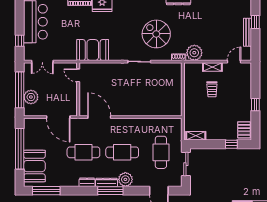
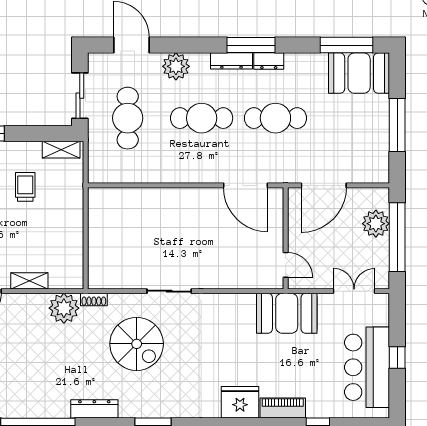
window: (20, 41) -> (397, 357), moved
booth: (93, 50) -> (287, 313), moved
trolley: (212, 89) -> (25, 187), moved
door: (58, 117) -> (324, 185), swing flipped
window: (20, 149) -> (397, 125), width x0.68
booth: (34, 166) -> (359, 73), moved, turned 90
plant: (125, 179) -> (176, 66), moved
window: (110, 191) -> (251, 45), moved

